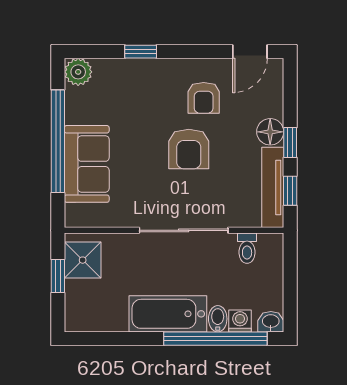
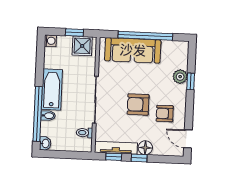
plant: (78, 72) -> (180, 77), moved
sofa: (87, 164) -> (133, 50), width x1.36
washing machine: (240, 321) -> (50, 41), moved

